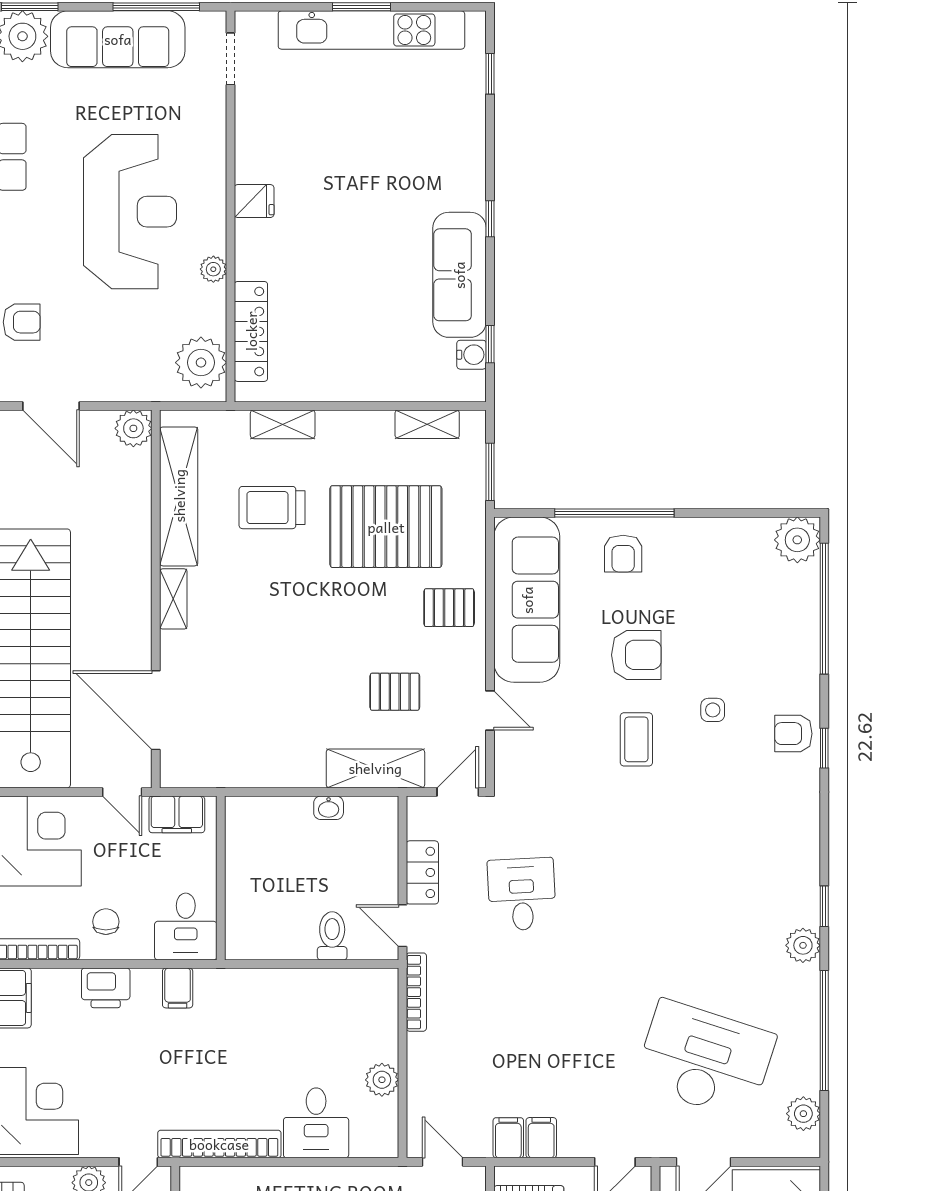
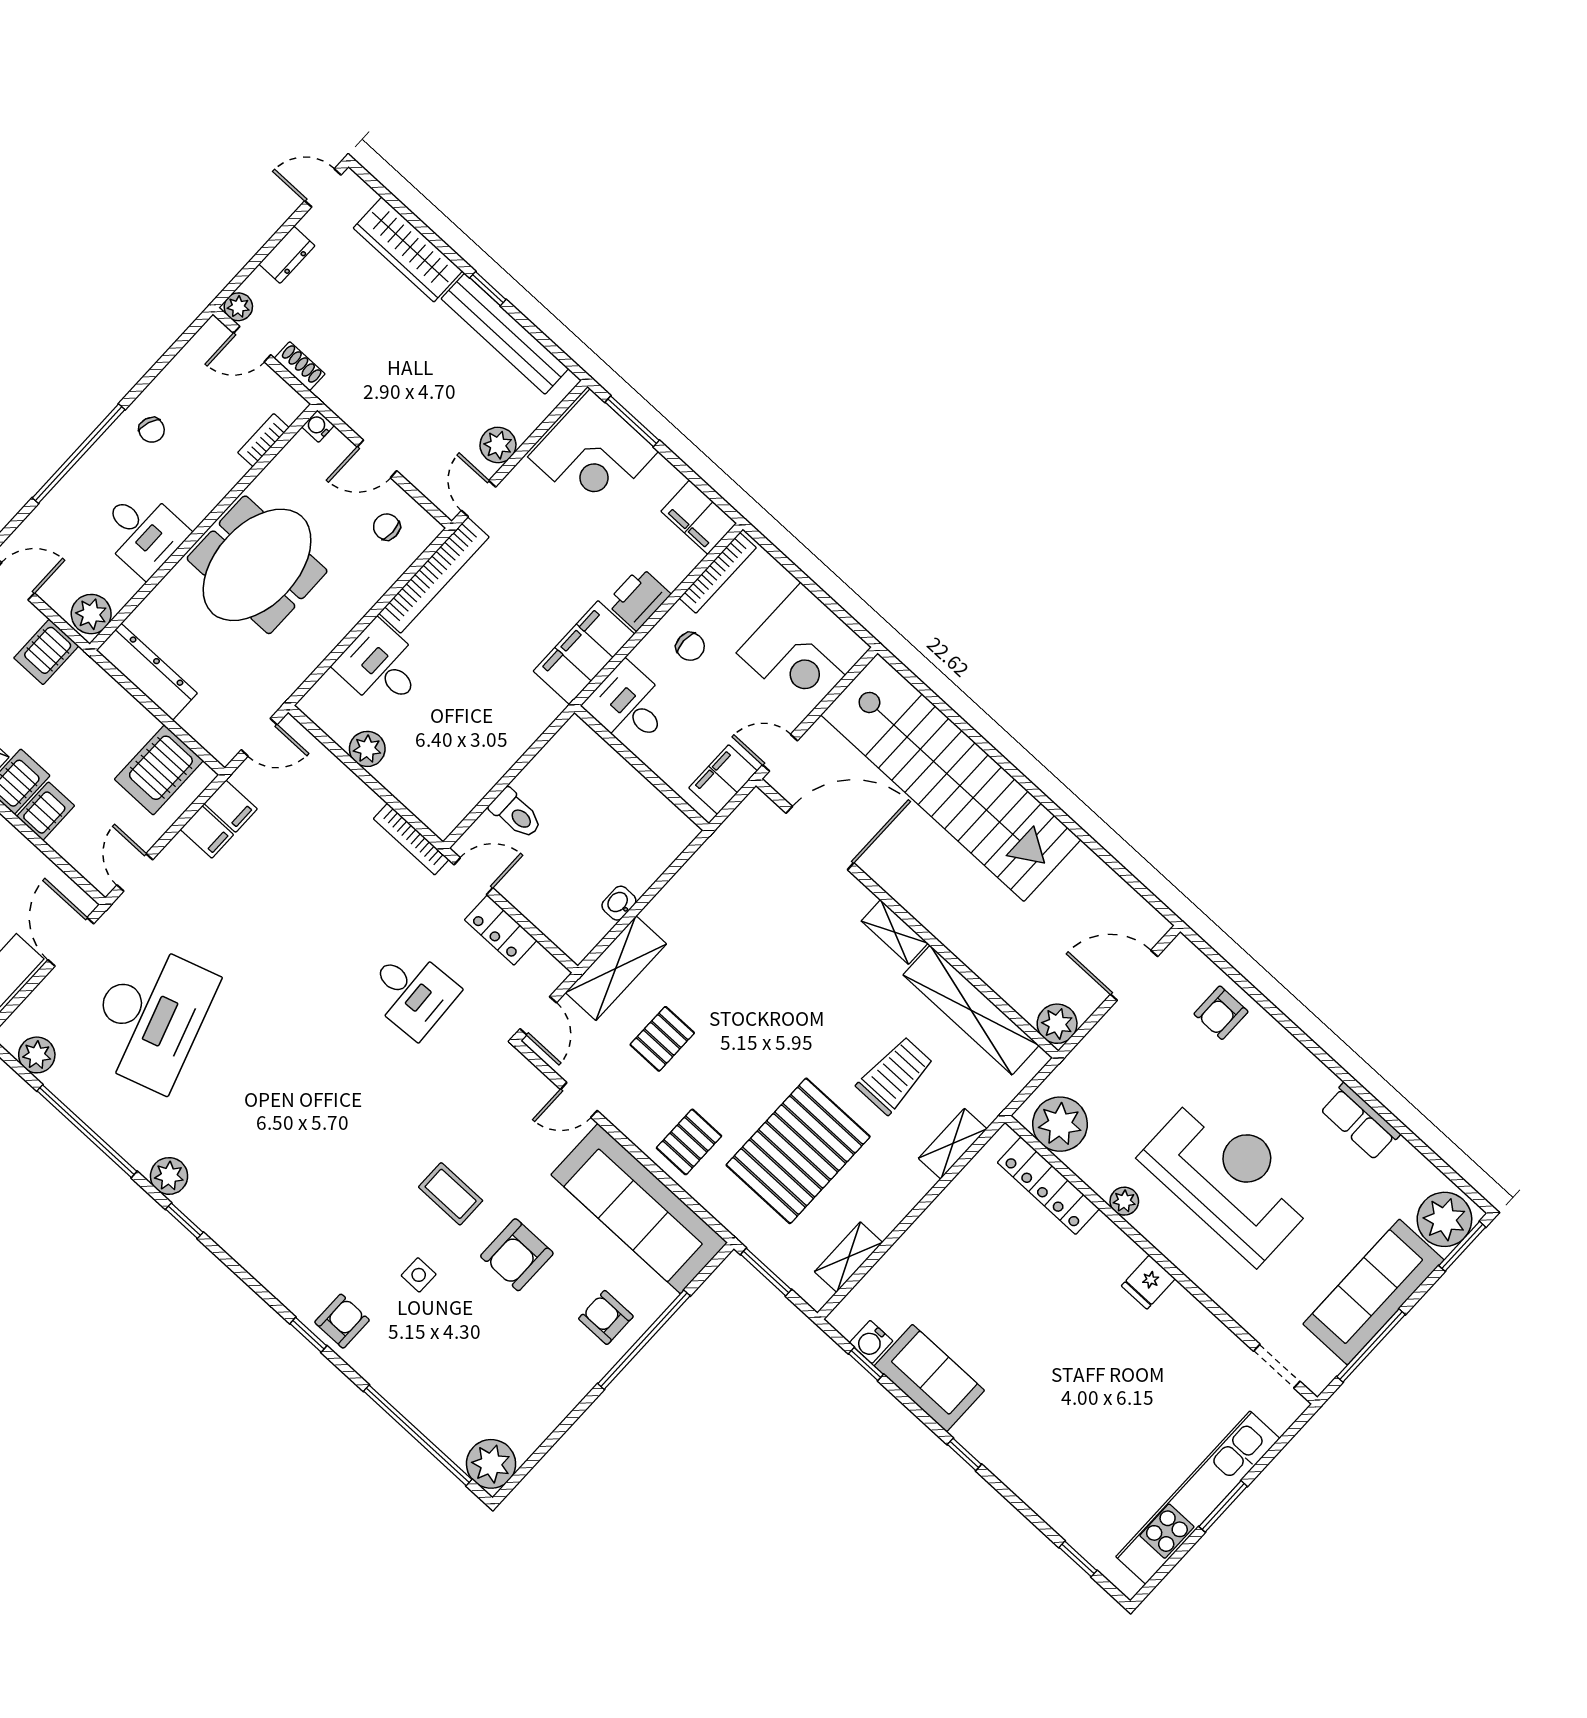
reception desk: (130, 212) -> (1229, 1177), turned 180
sofa: (459, 275) -> (929, 1378), width x0.73
filing cabinet: (178, 988) -> (584, 653), width x3.00, depth x1.17
desk: (705, 1060) -> (150, 1017), turned -36

